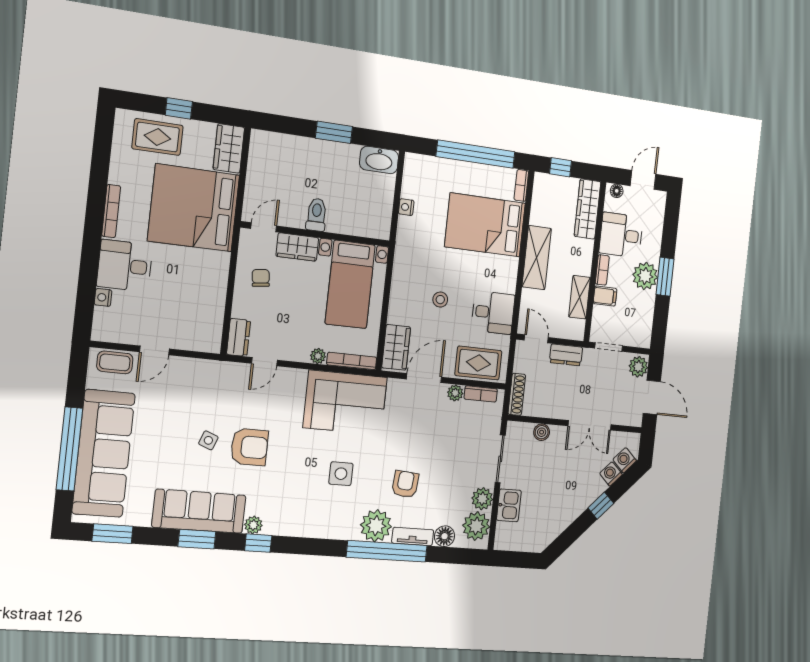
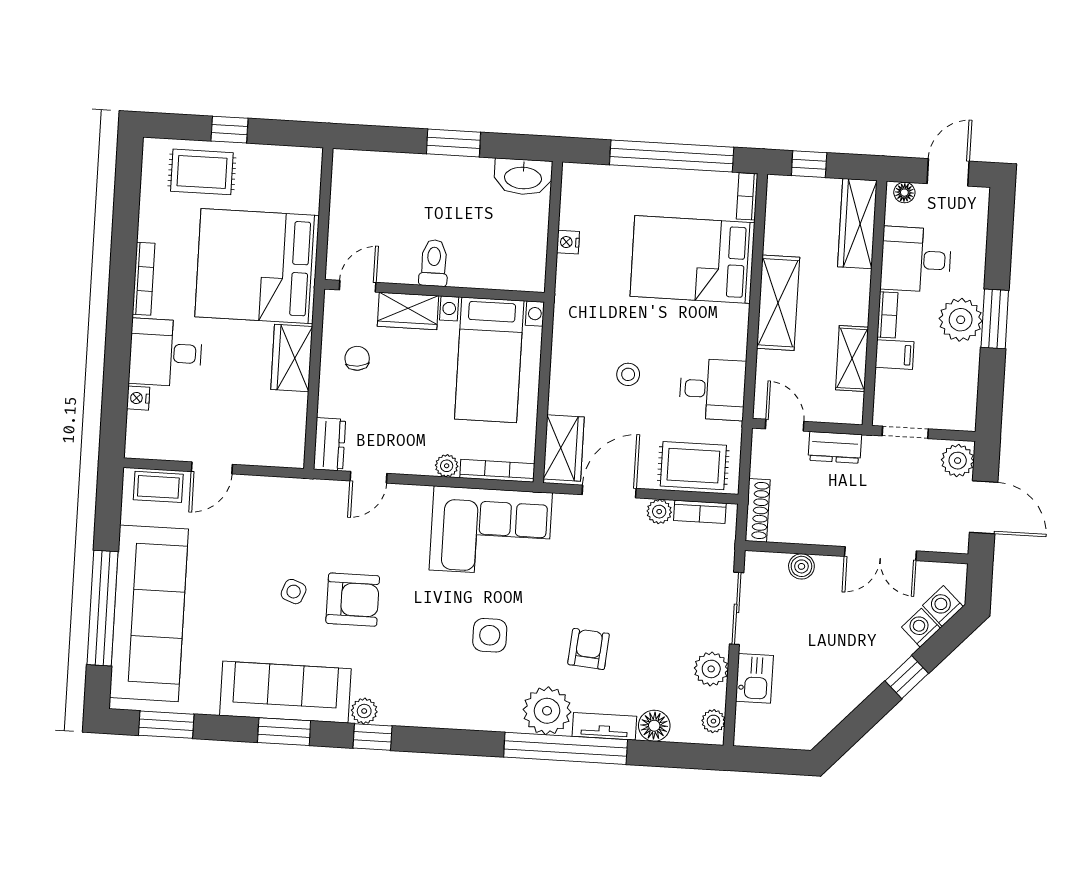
wardrobe: (229, 148) -> (292, 358), moved
plant: (476, 526) -> (713, 721), width x0.53, depth x0.53

